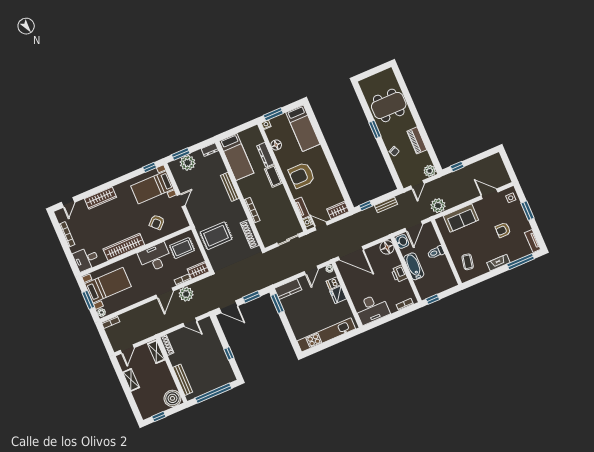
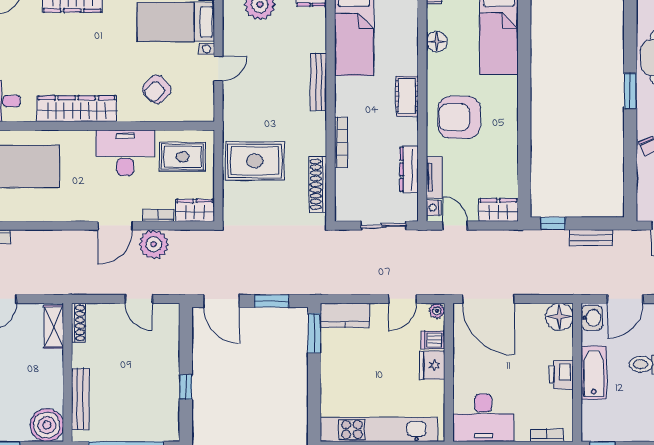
dresser: (265, 155) -> (409, 169), moved

